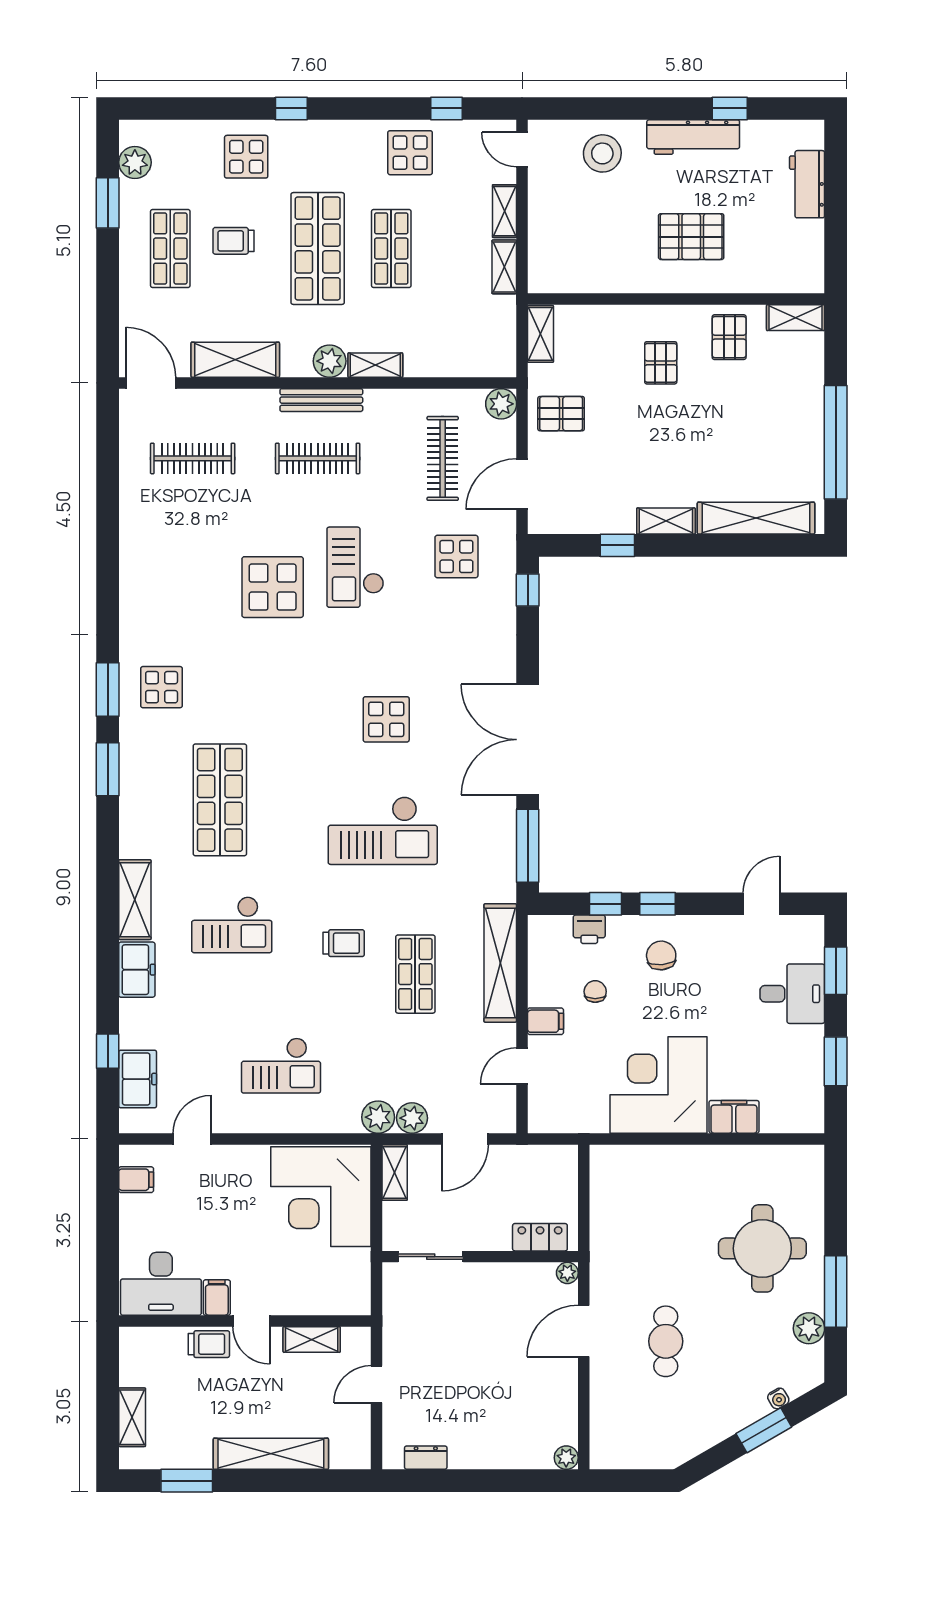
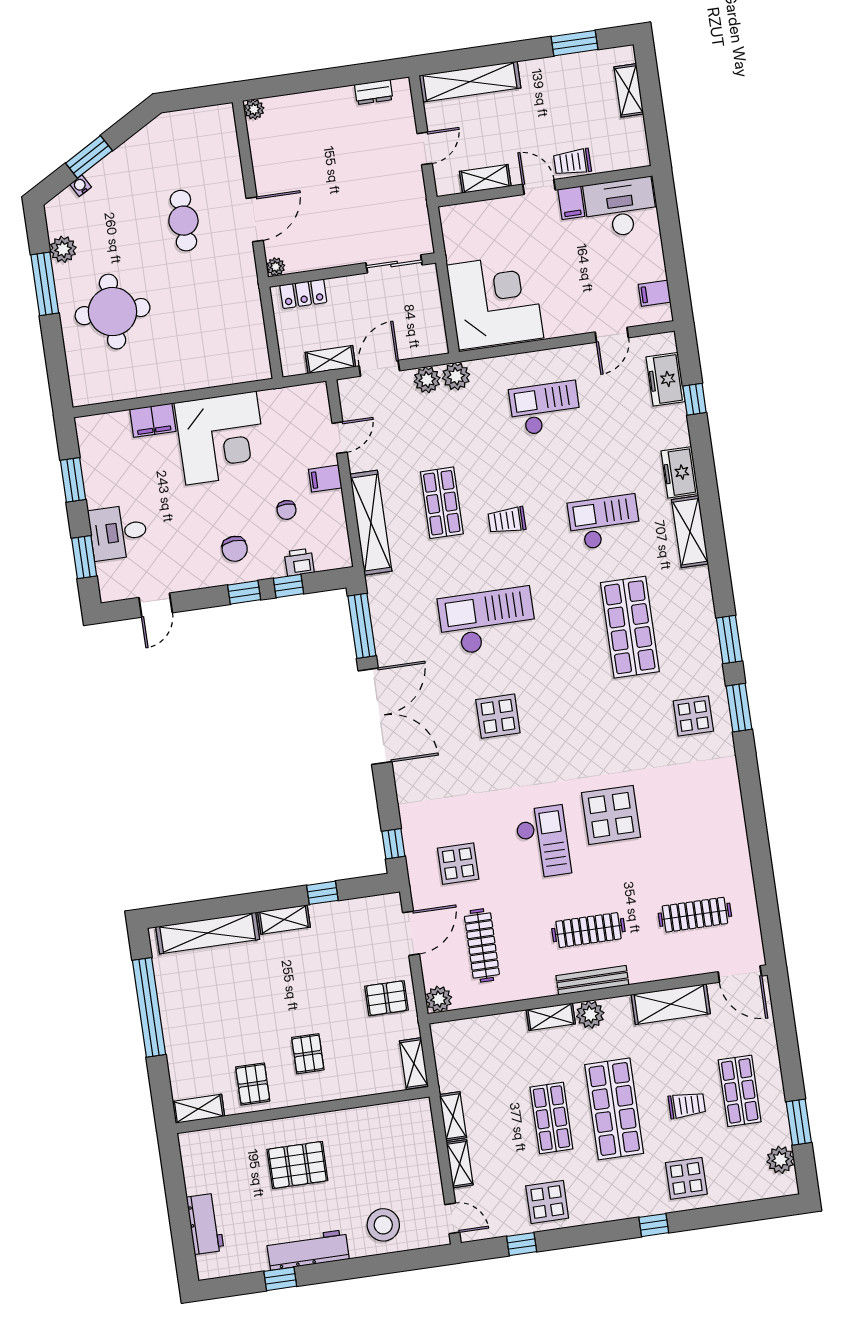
shelving: (395, 1172) -> (330, 360), moved, turned 90
shelving: (271, 1454) -> (470, 82), moved

